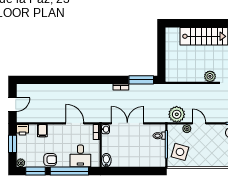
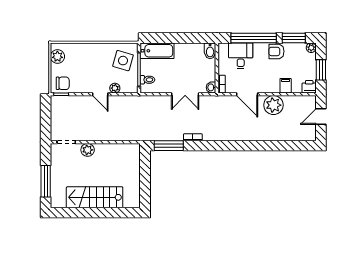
plant: (177, 114) -> (273, 105), moved
double door: (127, 123) -> (185, 94), width x0.73
bathtub: (151, 160) -> (157, 51), added

